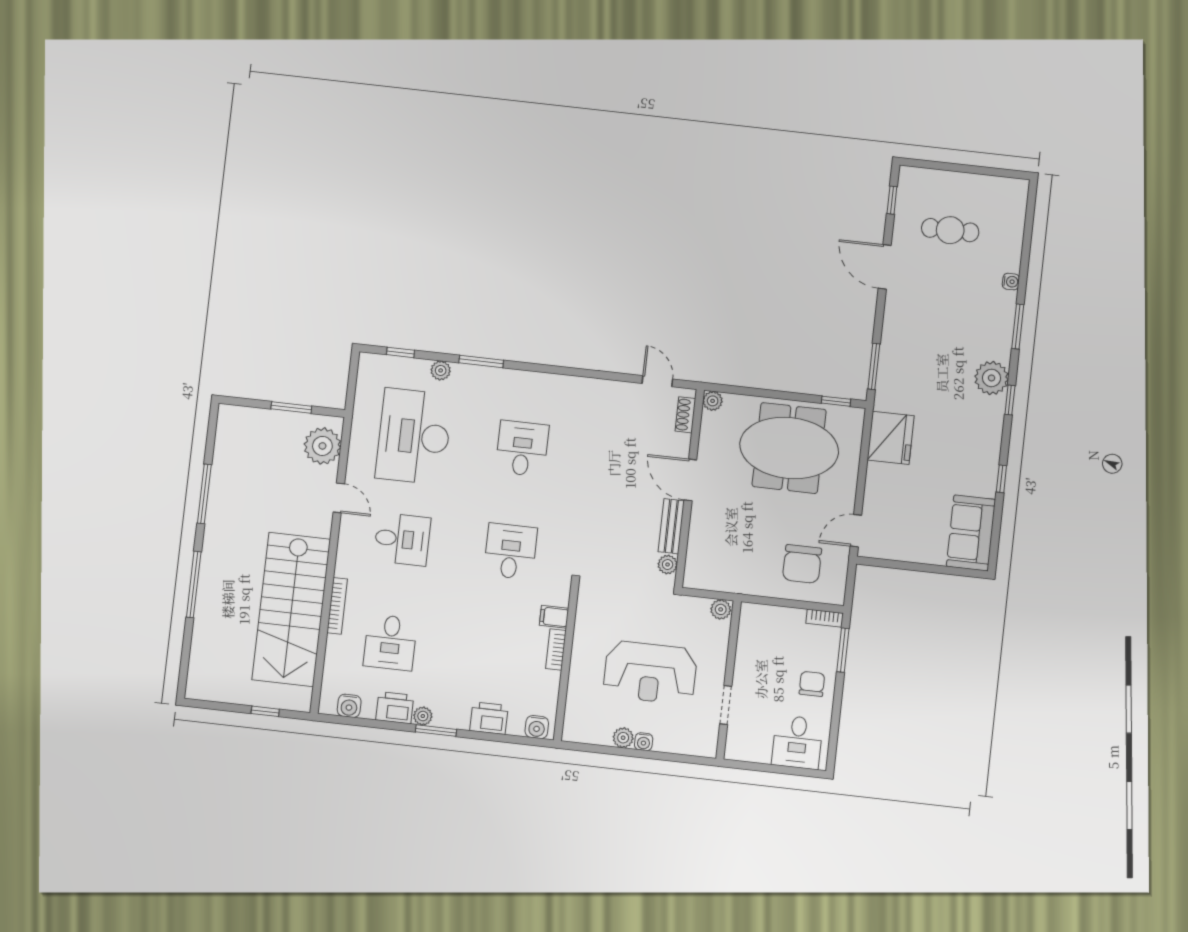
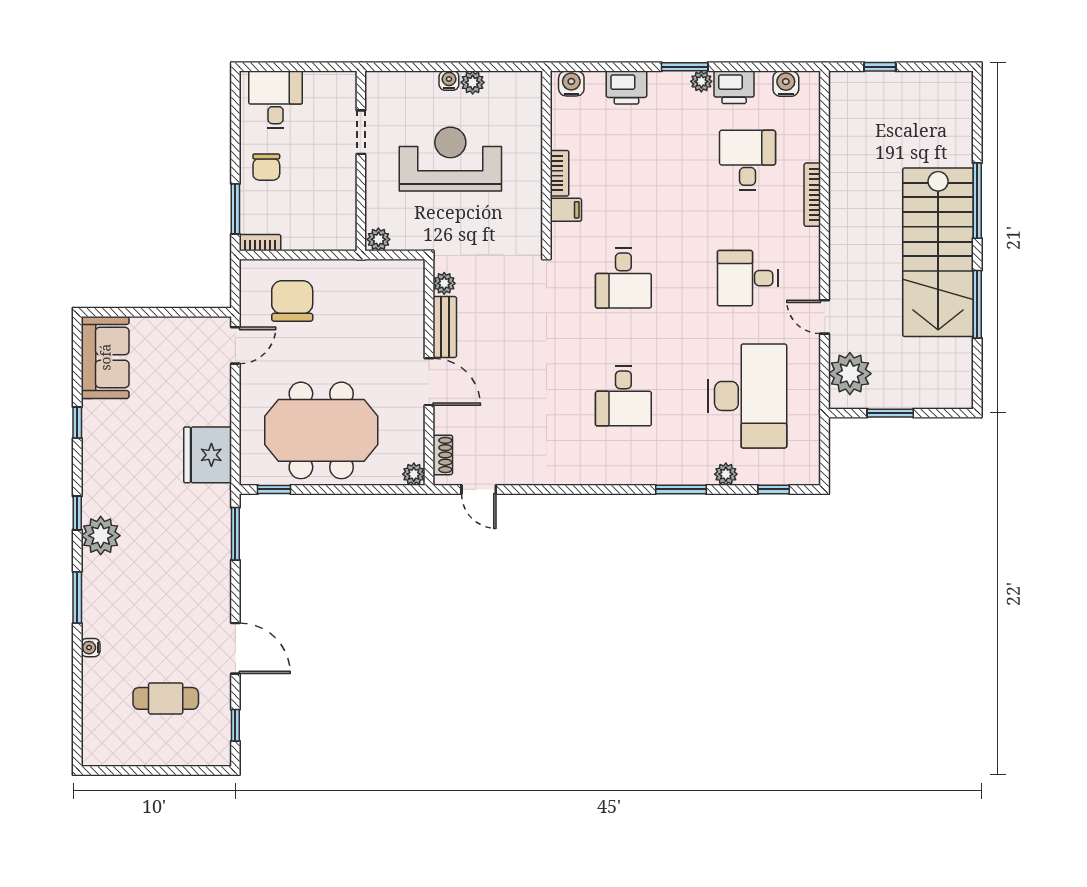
stairs: (291, 609) -> (938, 252), moved, turned 180

